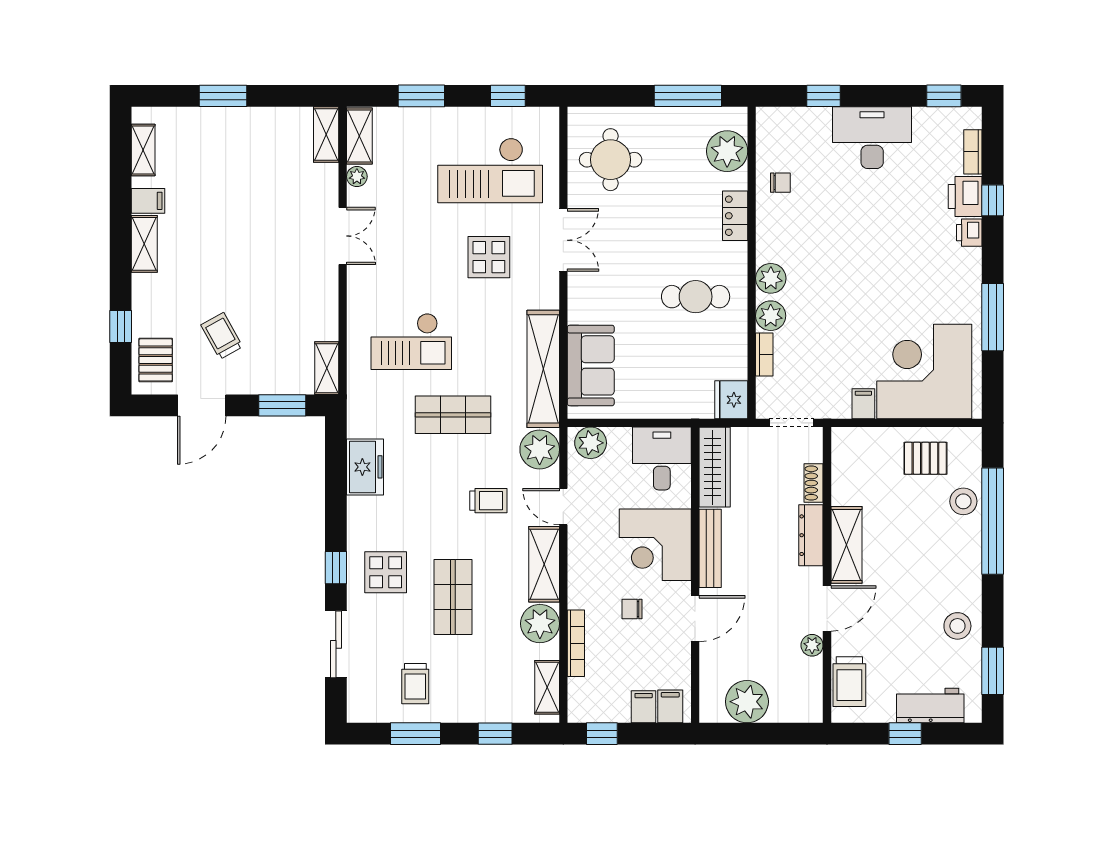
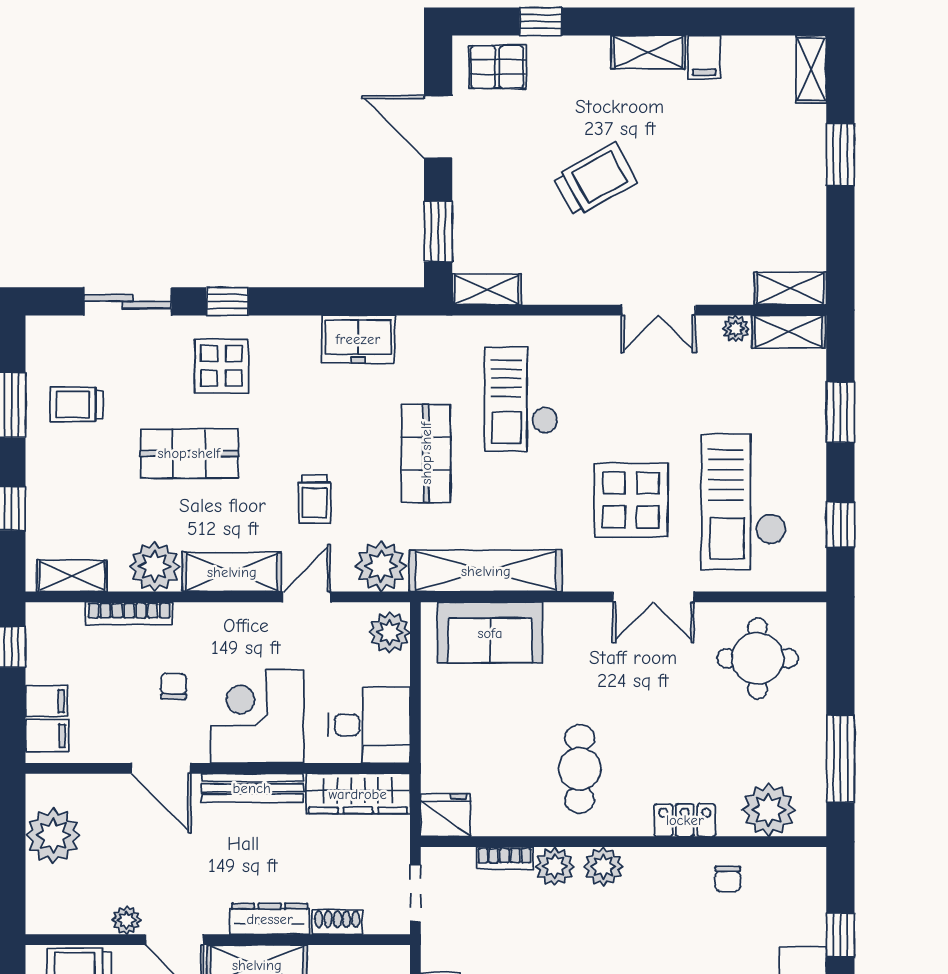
shelving: (143, 150) -> (811, 69), moved, turned 90
display table: (489, 257) -> (631, 500), width x1.36, depth x1.36
trolley: (222, 336) -> (595, 180), moved, width x1.36, depth x1.39

